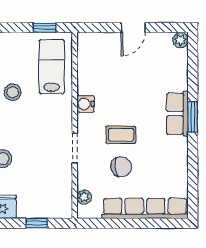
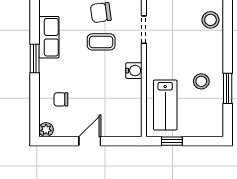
chair: (164, 73) -> (61, 99), added
row of seats: (177, 114) -> (49, 37), moved

